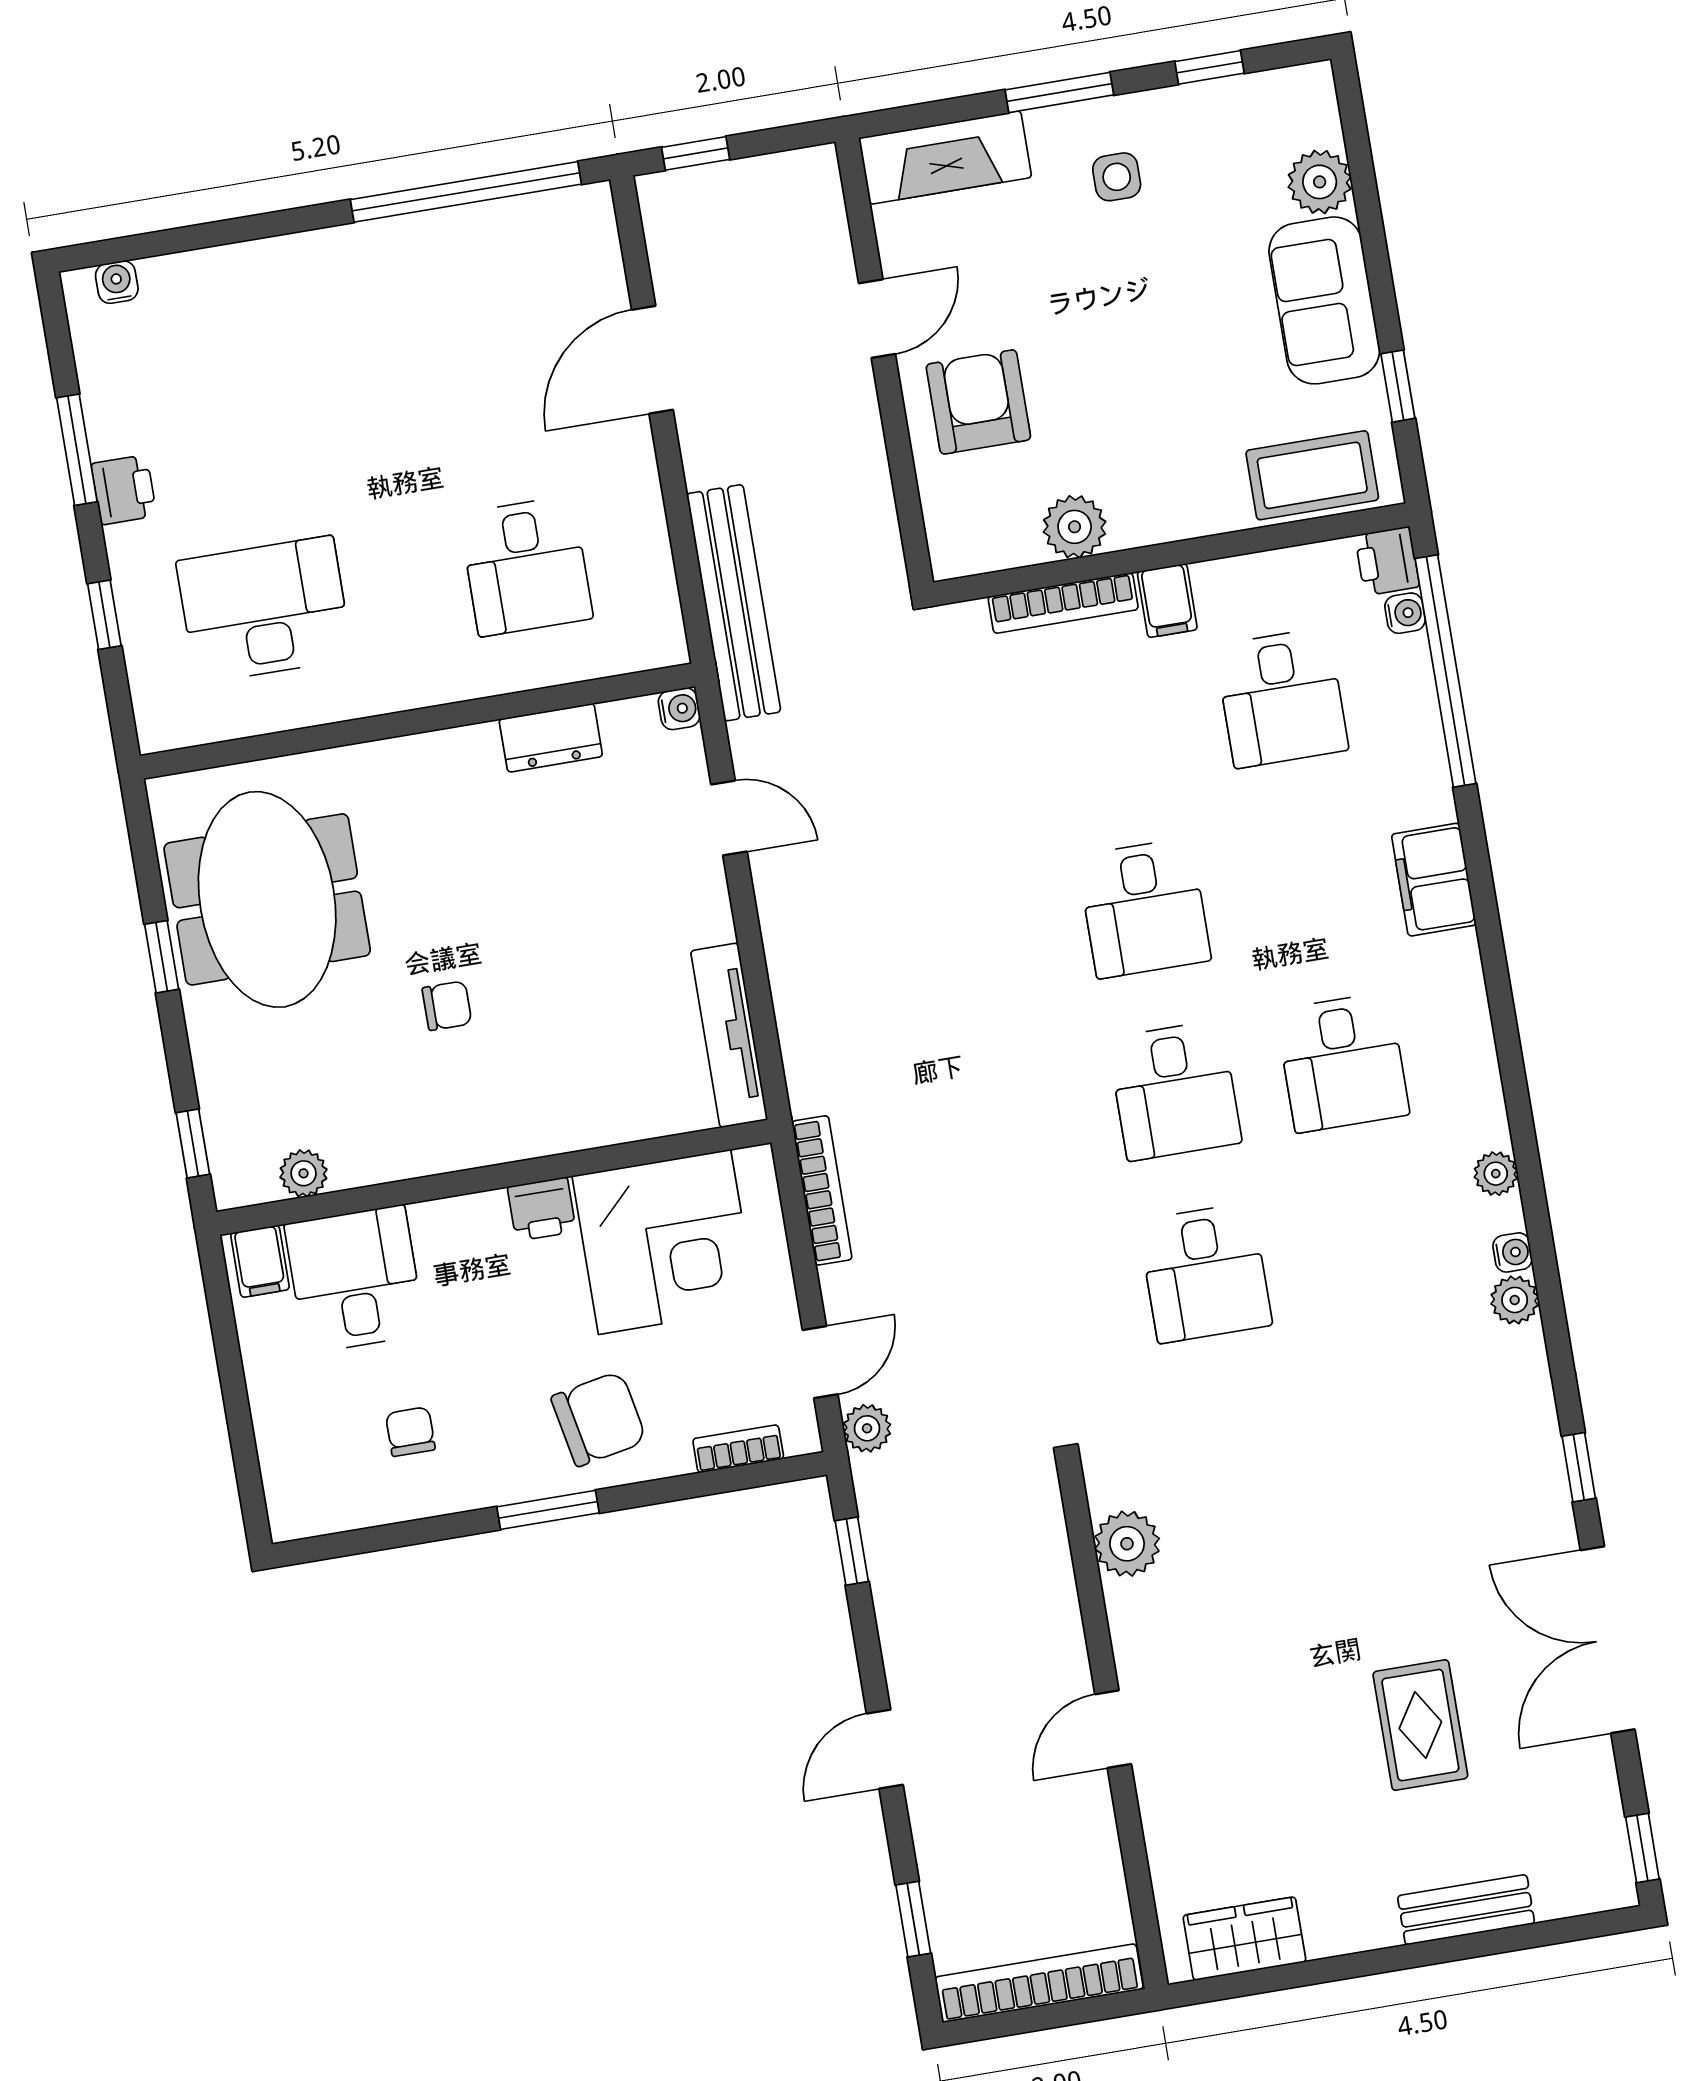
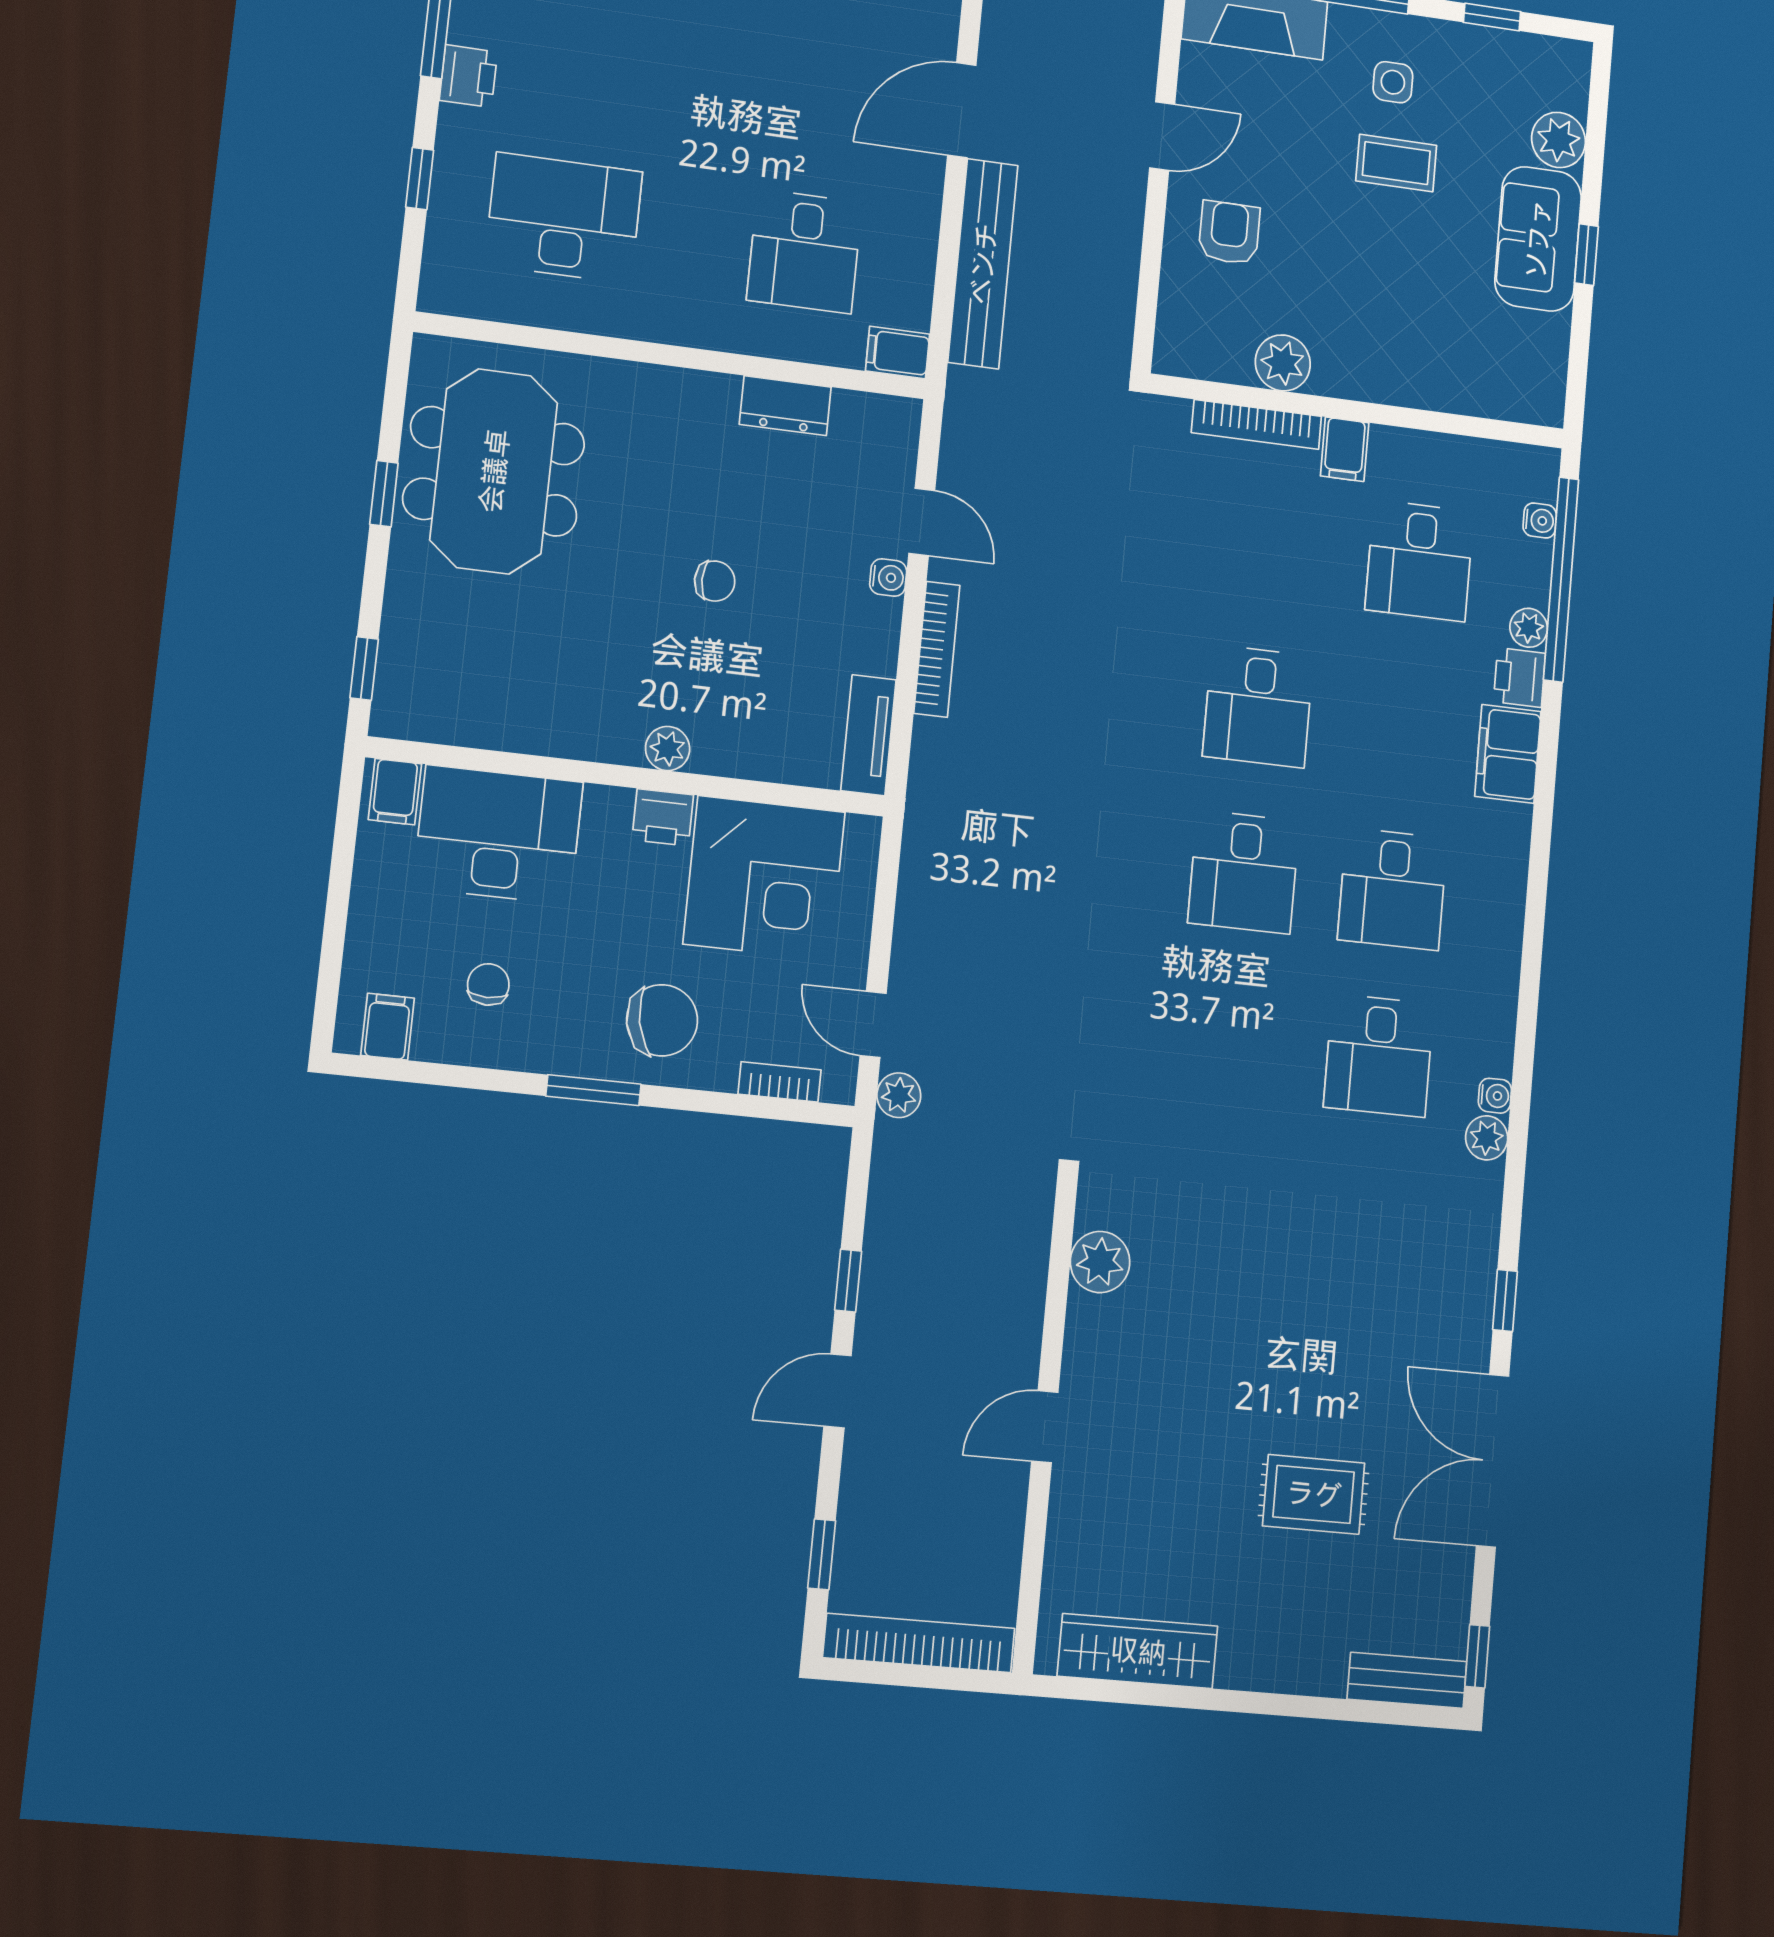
window: (1398, 386) -> (1586, 255), moved
armchair: (978, 402) -> (1229, 233), width x0.72, depth x0.72
coffee table: (1312, 475) -> (1396, 163), moved, width x0.73, depth x0.77
printer: (1387, 561) -> (1520, 678), moved
bench: (734, 603) -> (983, 264), moved
filing cabinet: (654, 644) -> (898, 353), added
water cooler: (679, 709) -> (888, 577), moved
chair: (447, 1006) -> (715, 581), moved
tv unit: (729, 1035) -> (868, 735), width x0.71
plant: (304, 1173) -> (668, 749), moved
plant: (1496, 1174) -> (1529, 628), moved
bookcase: (822, 1190) -> (937, 649), moved
desk: (1205, 1273) -> (1379, 1055), moved
desk: (355, 1279) -> (498, 835), width x1.37
door: (820, 1362) -> (873, 1024), swing flipped
filing cabinet: (320, 1503) -> (388, 1027), added
window: (852, 1551) -> (848, 1281), moved
rug: (1420, 1725) -> (1314, 1494), turned 90
bench: (1466, 1910) -> (1407, 1680), moved
wardrobe: (1244, 1939) -> (1138, 1651), width x1.50

